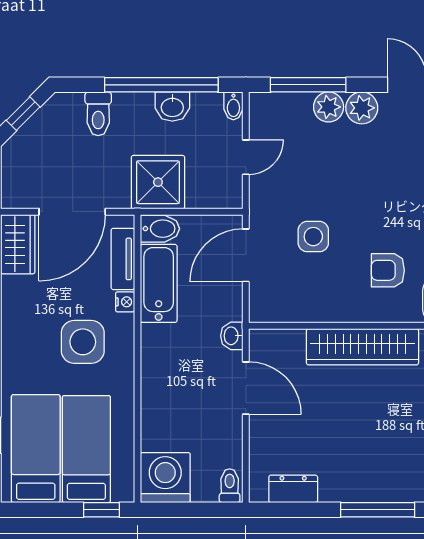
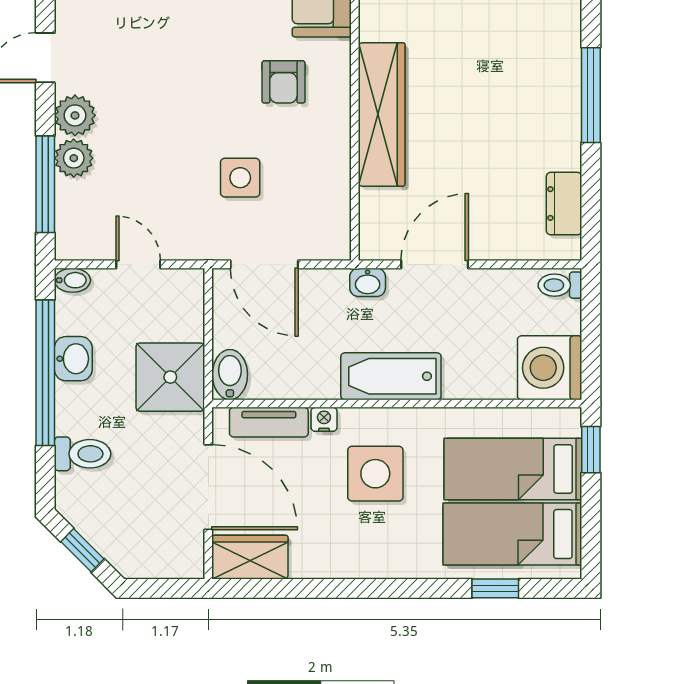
bathtub: (159, 283) -> (391, 376), moved

